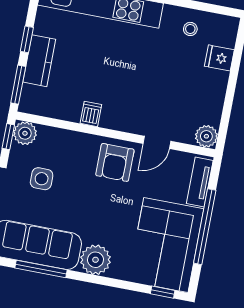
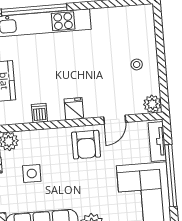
stool: (190, 29) -> (137, 64), moved
fridge: (219, 58) -> (74, 109), moved, turned 90
dishwasher: (91, 114) -> (39, 113), moved

